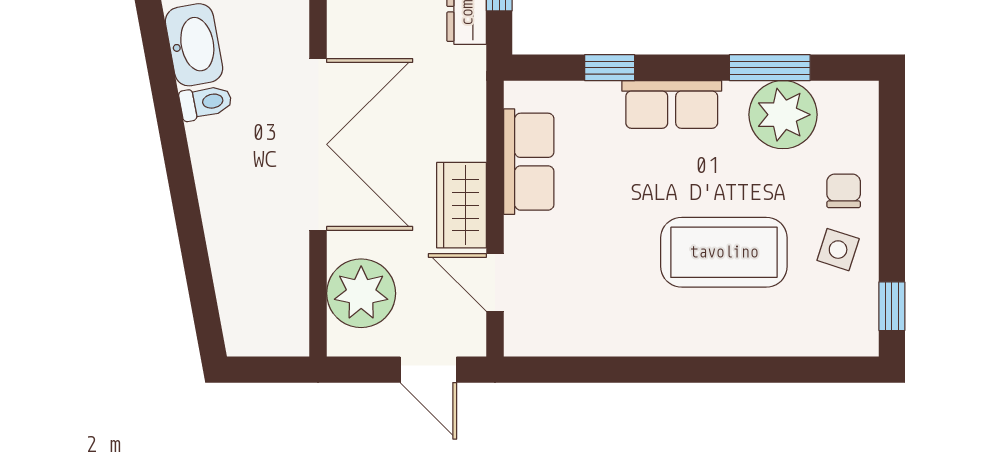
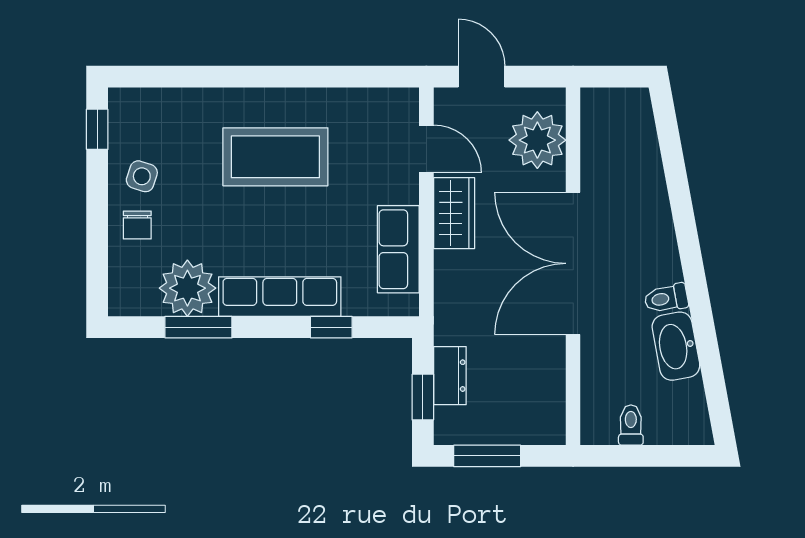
row of seats: (672, 104) -> (280, 297), width x1.48
coffee table: (724, 252) -> (275, 157), moved

